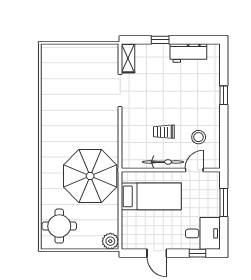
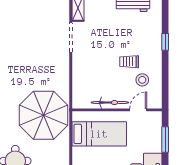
trolley: (164, 132) -> (129, 62), moved

